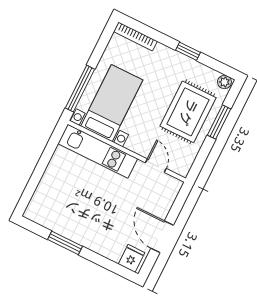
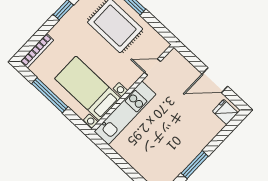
window: (80, 89) -> (50, 95), moved

